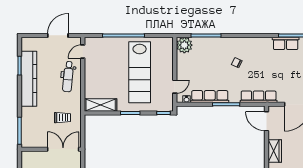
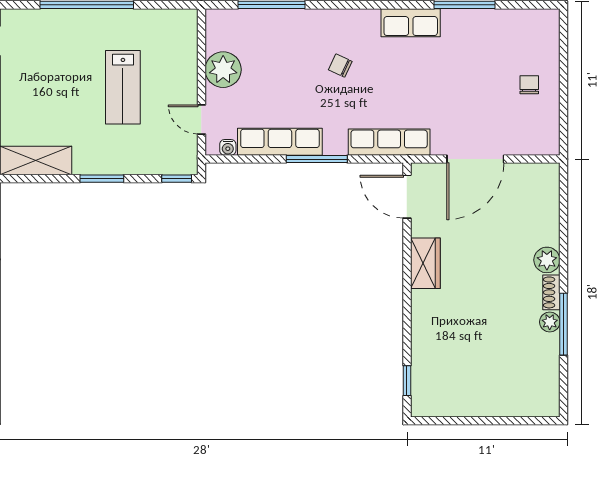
row of seats: (286, 43) -> (411, 23), moved
plant: (184, 45) -> (223, 70), moved
lab bench: (140, 72) -> (123, 87), width x0.54, depth x0.72
door: (175, 87) -> (201, 119), swing flipped

